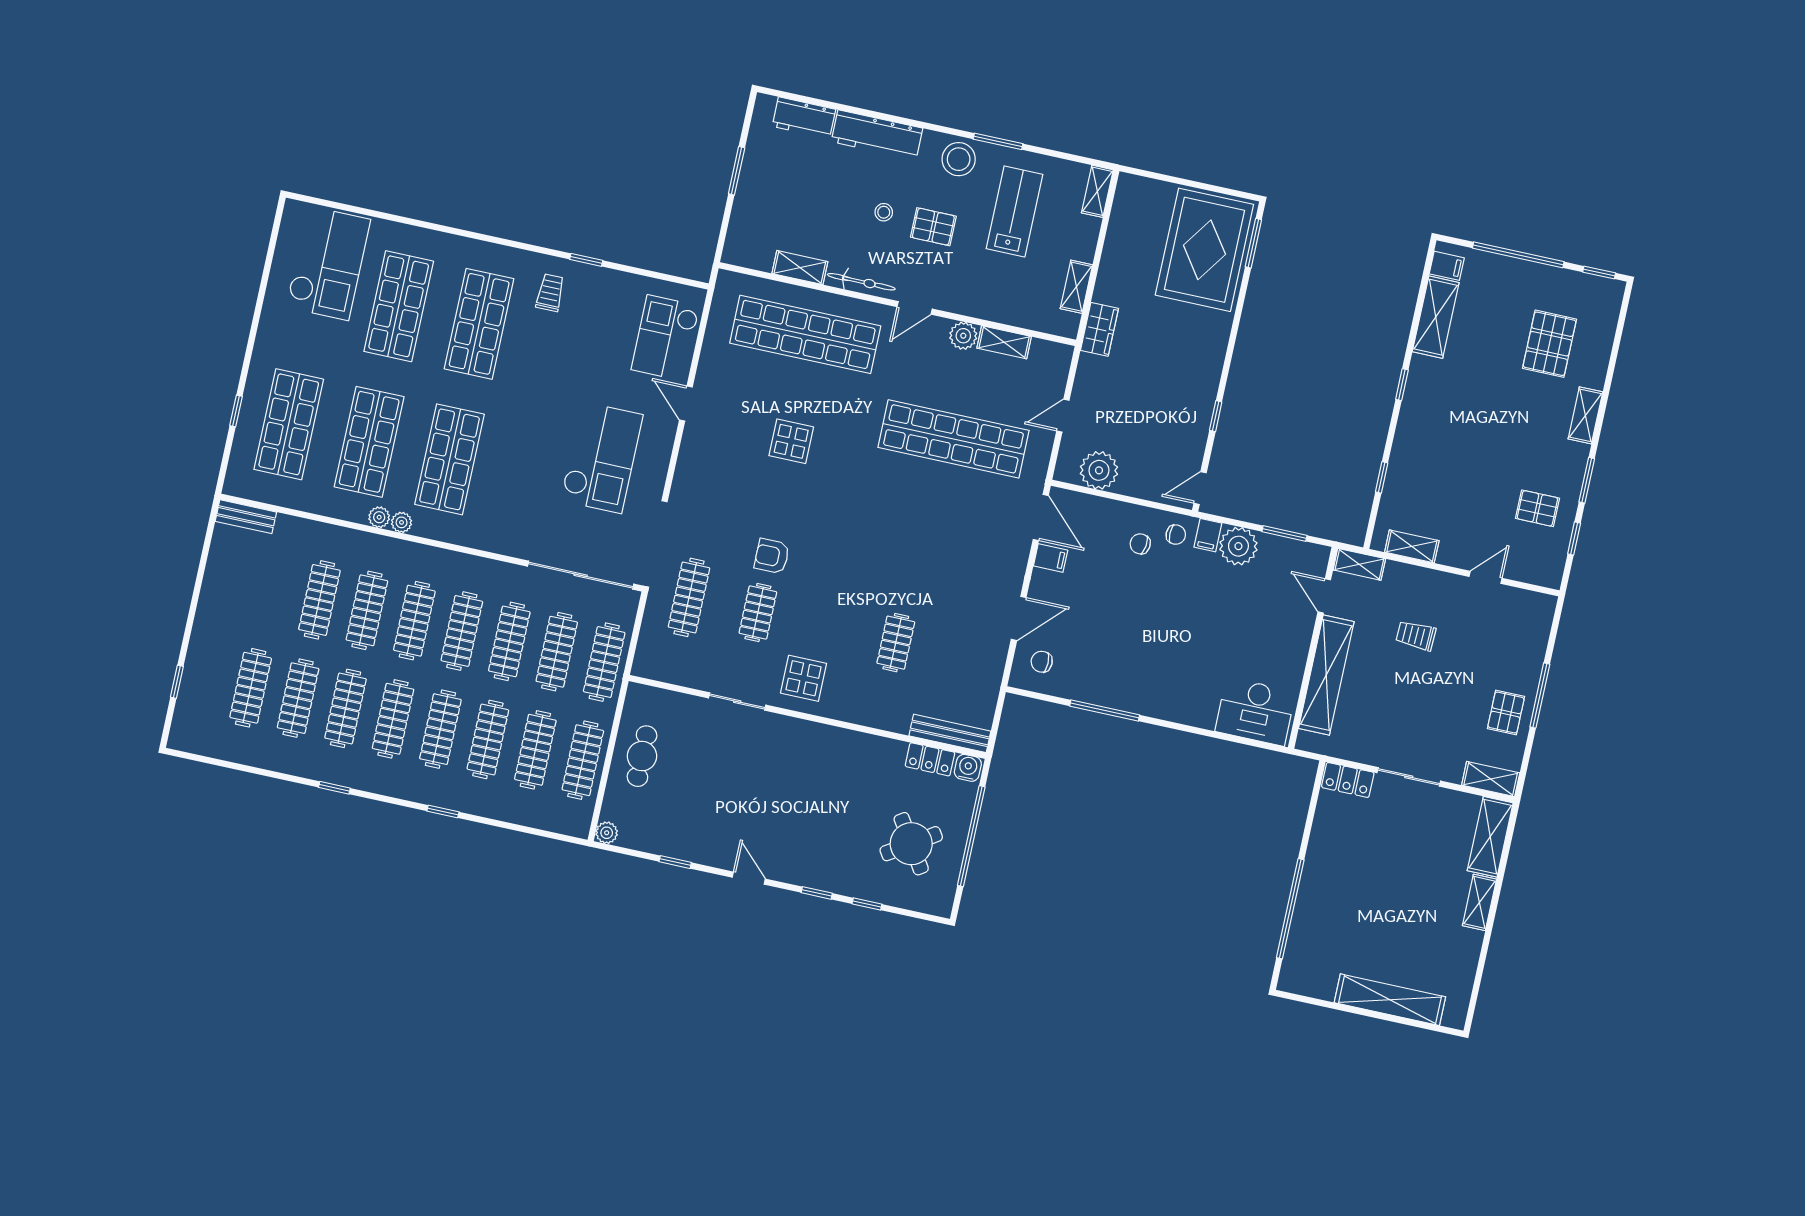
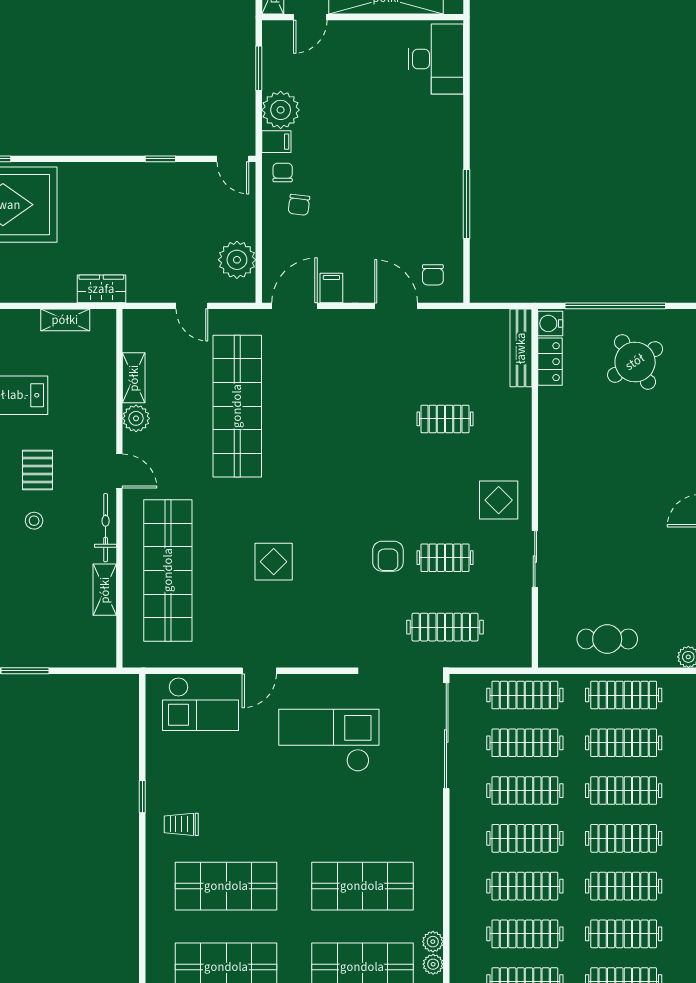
plant: (402, 522) -> (433, 964), moved

